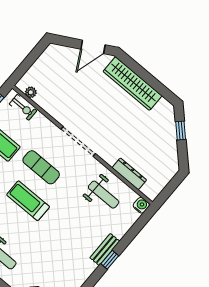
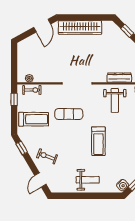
weight bench: (104, 195) -> (115, 100), turned 90
treadmill: (28, 201) -> (98, 141), moved, turned -90

